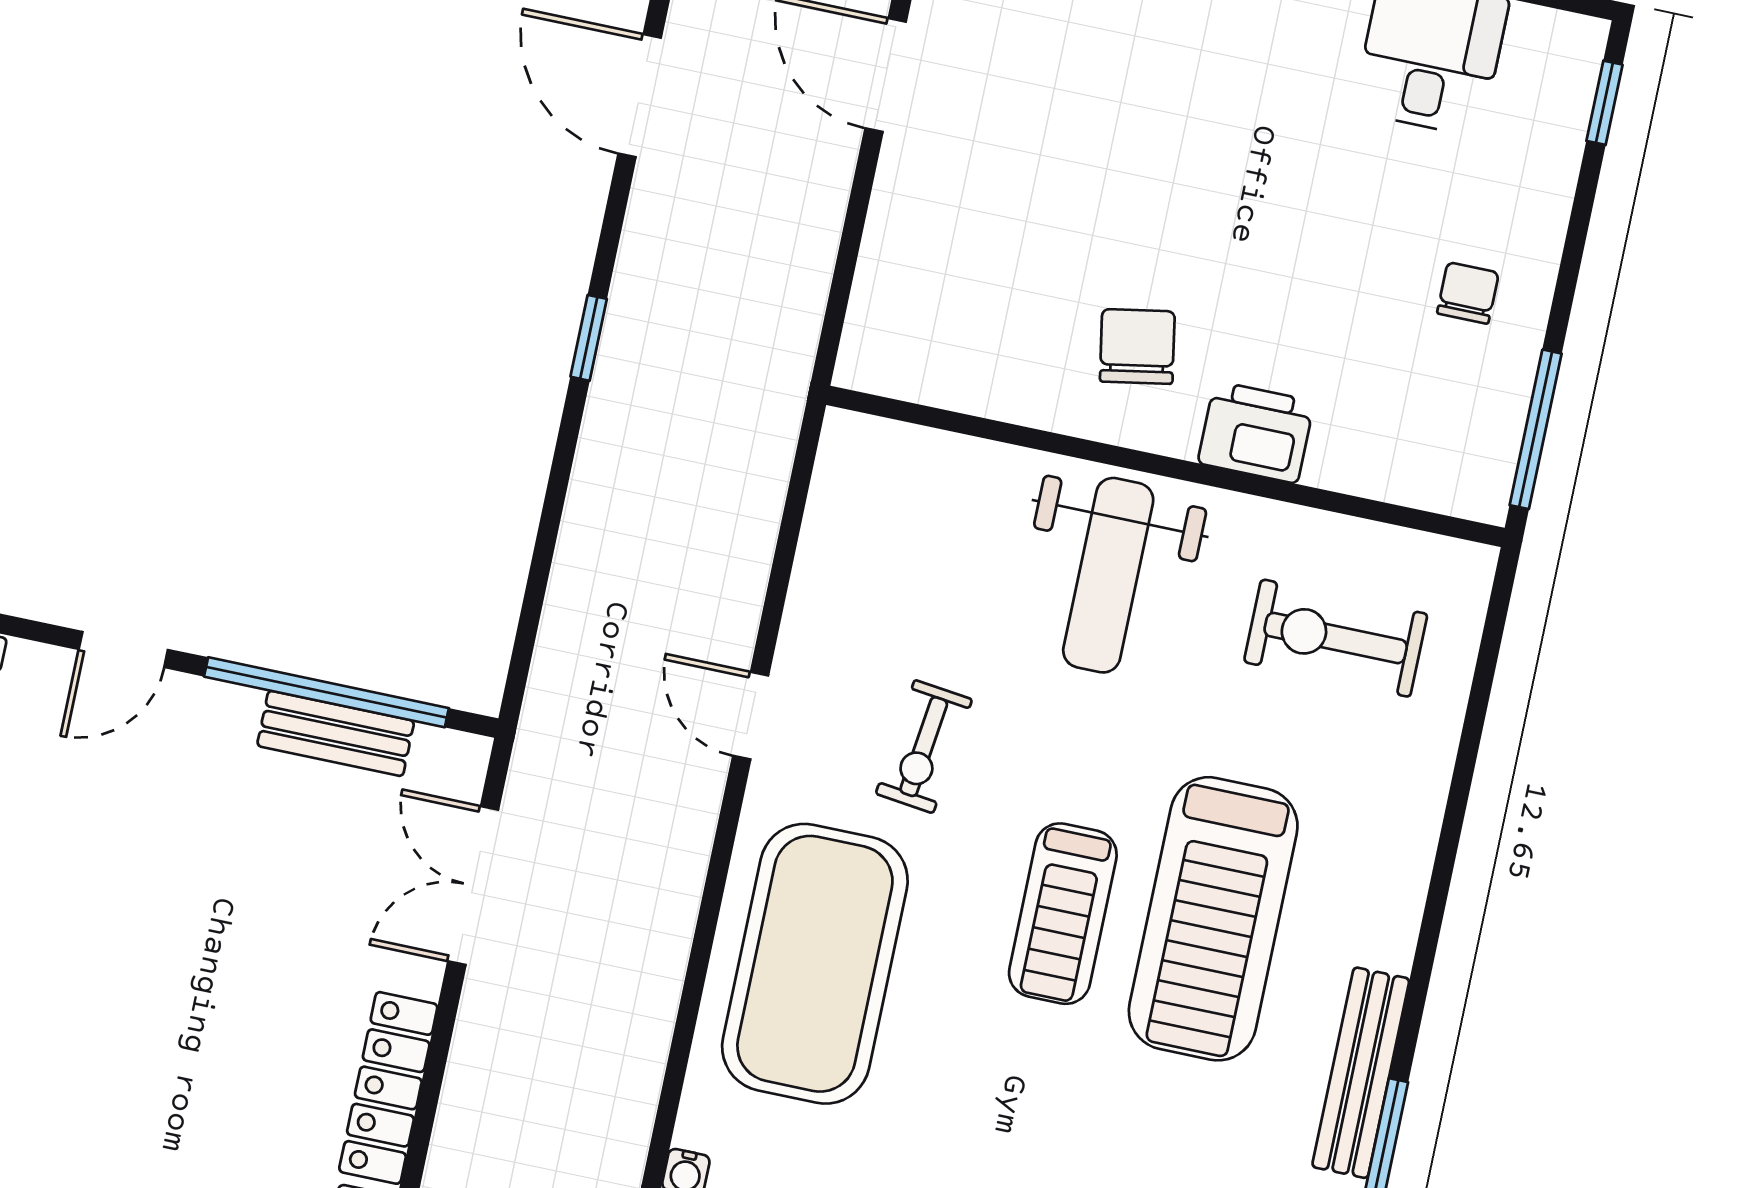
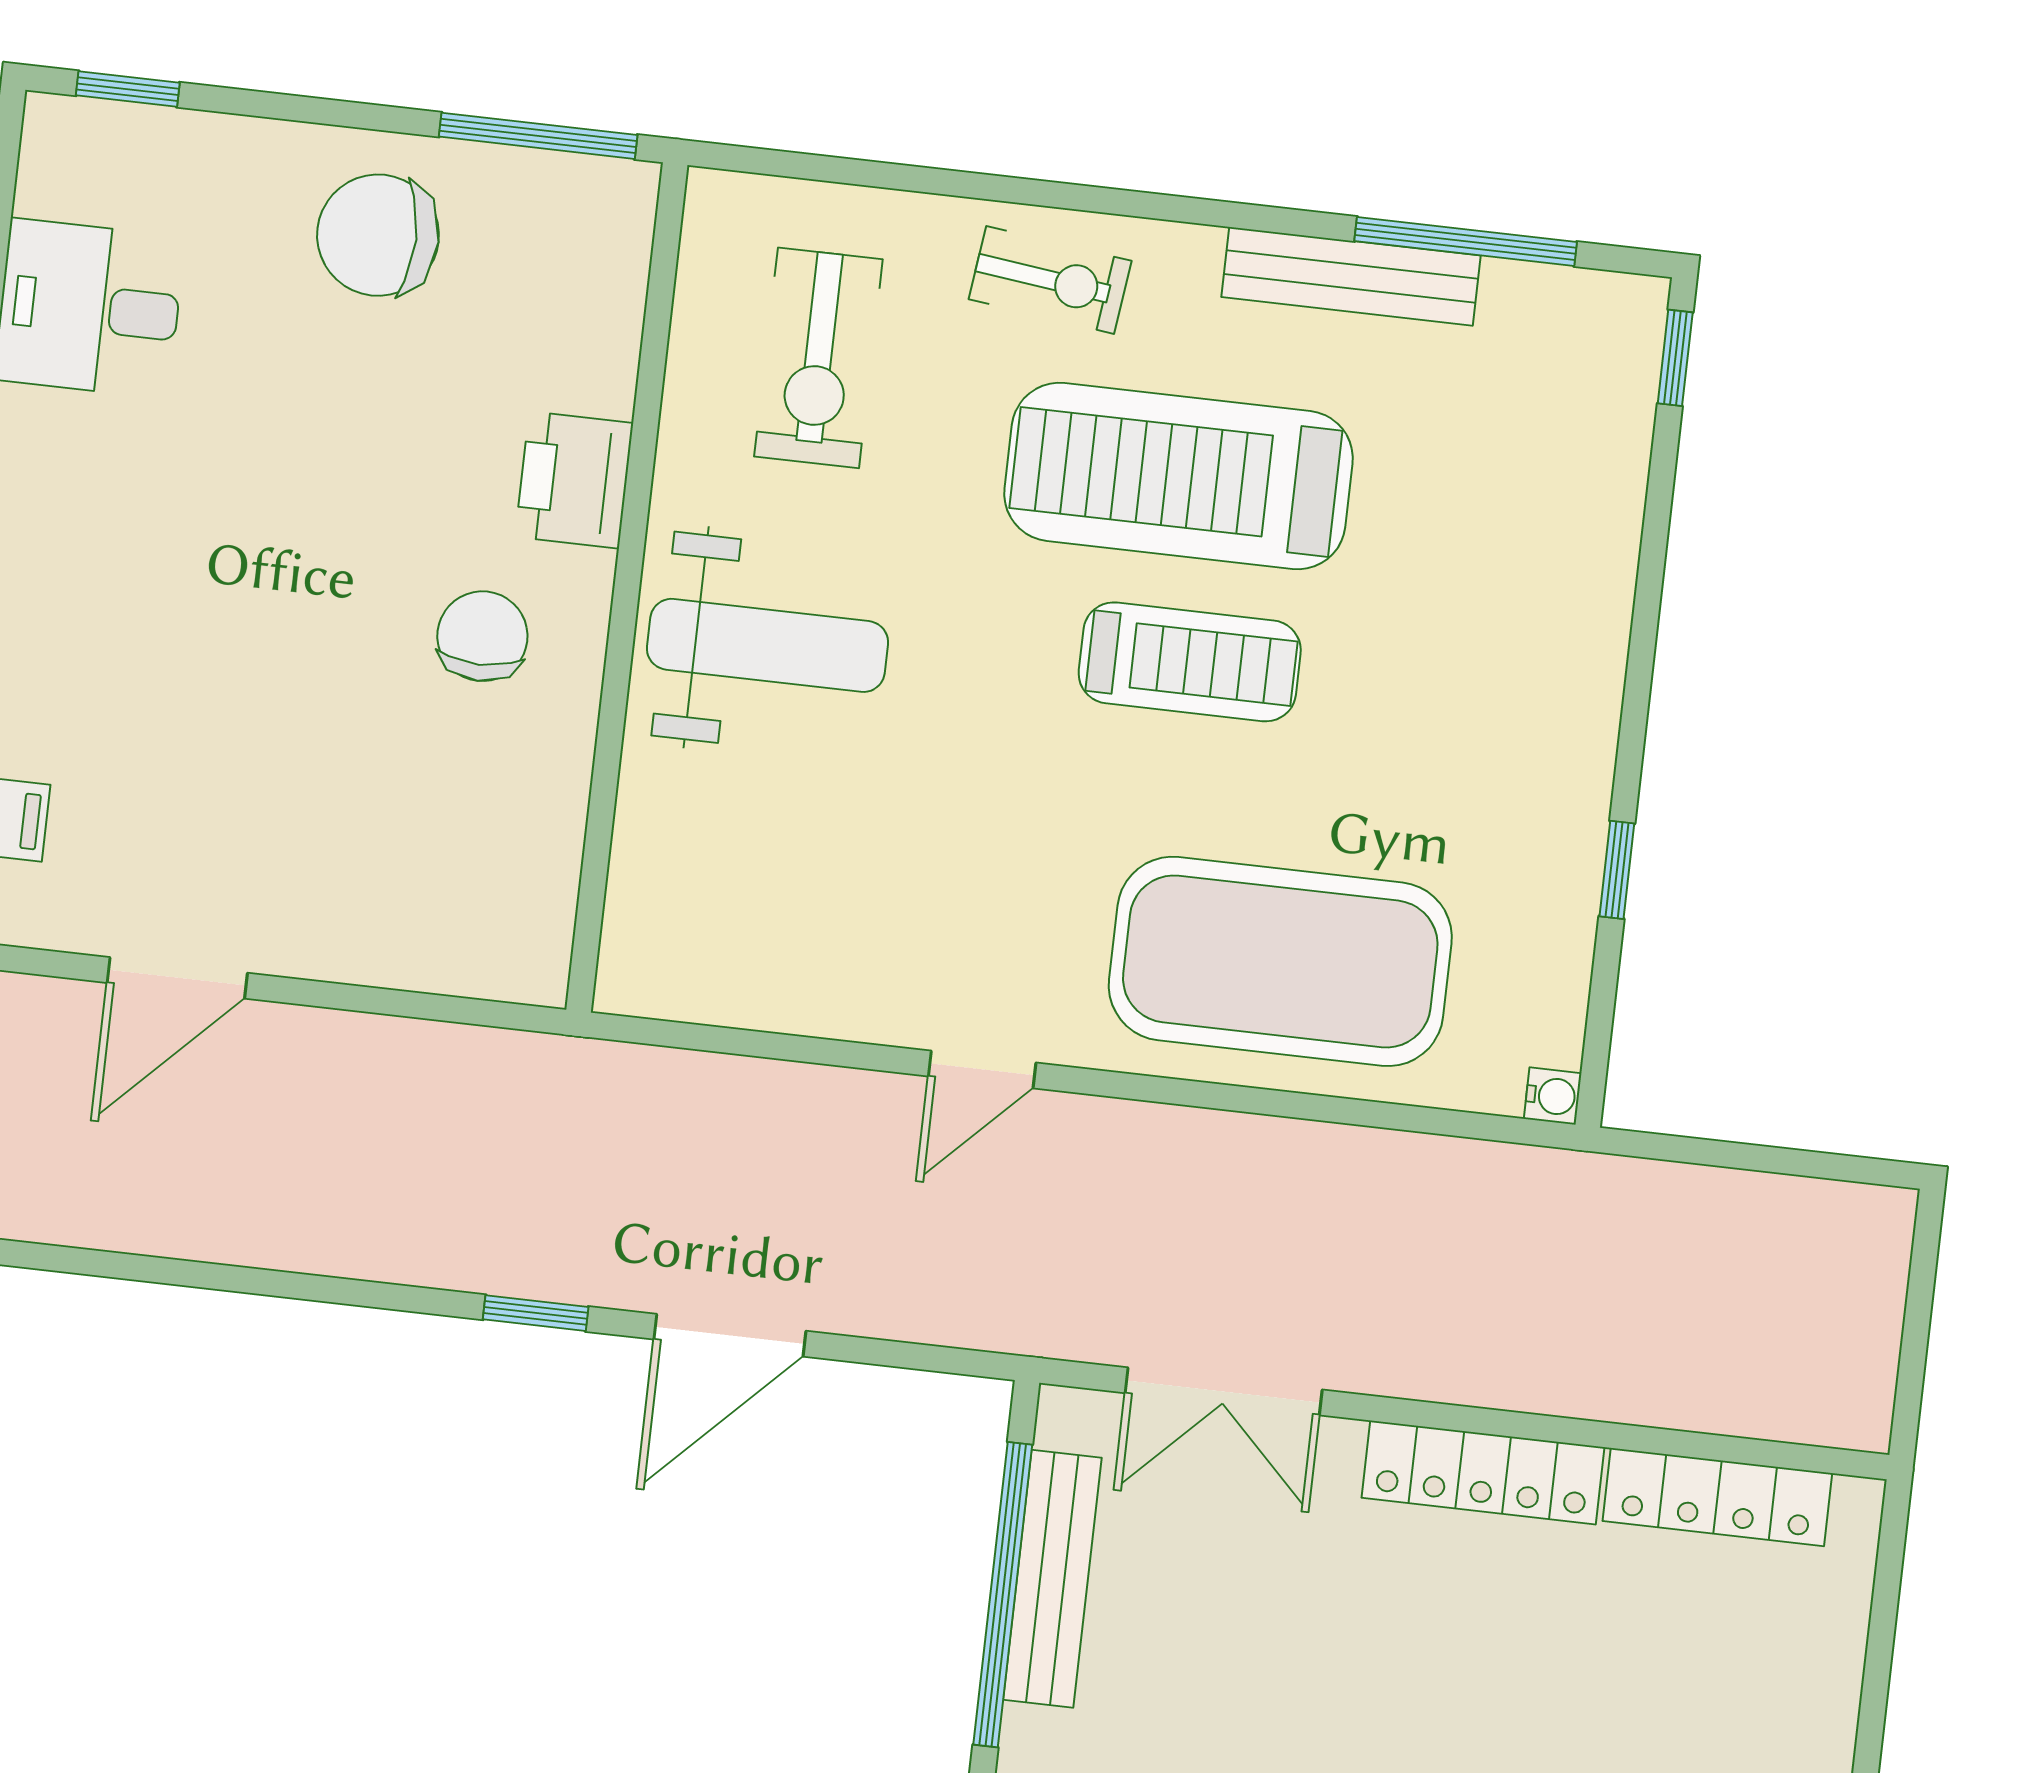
door: (640, 96) -> (730, 1335), moved
chair: (1468, 293) -> (378, 235), width x1.87, depth x1.87
chair: (1137, 347) -> (482, 636), turned 100
bench: (336, 733) -> (1052, 1579), width x1.36
exercise bike: (924, 747) -> (1050, 280), moved
treadmill: (1213, 919) -> (1179, 476), turned 180

